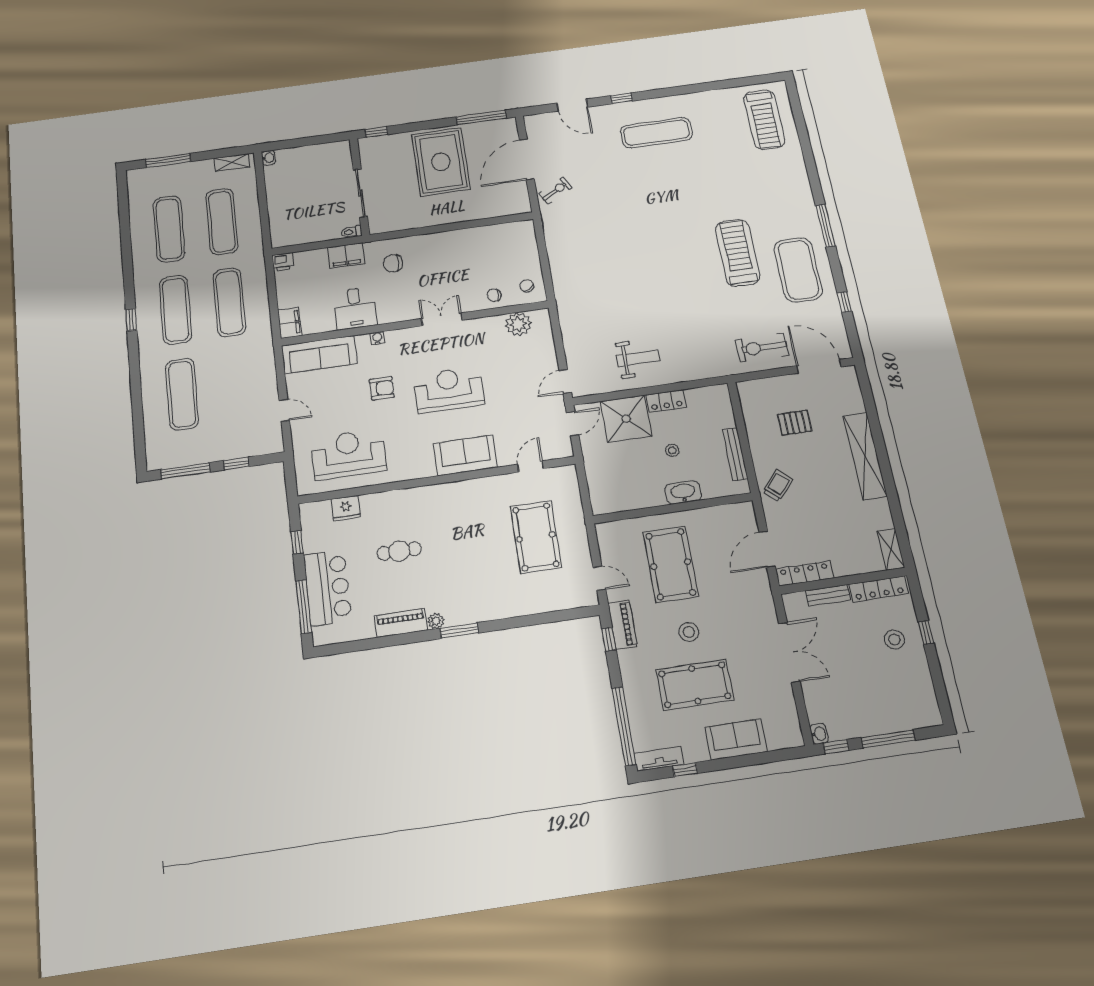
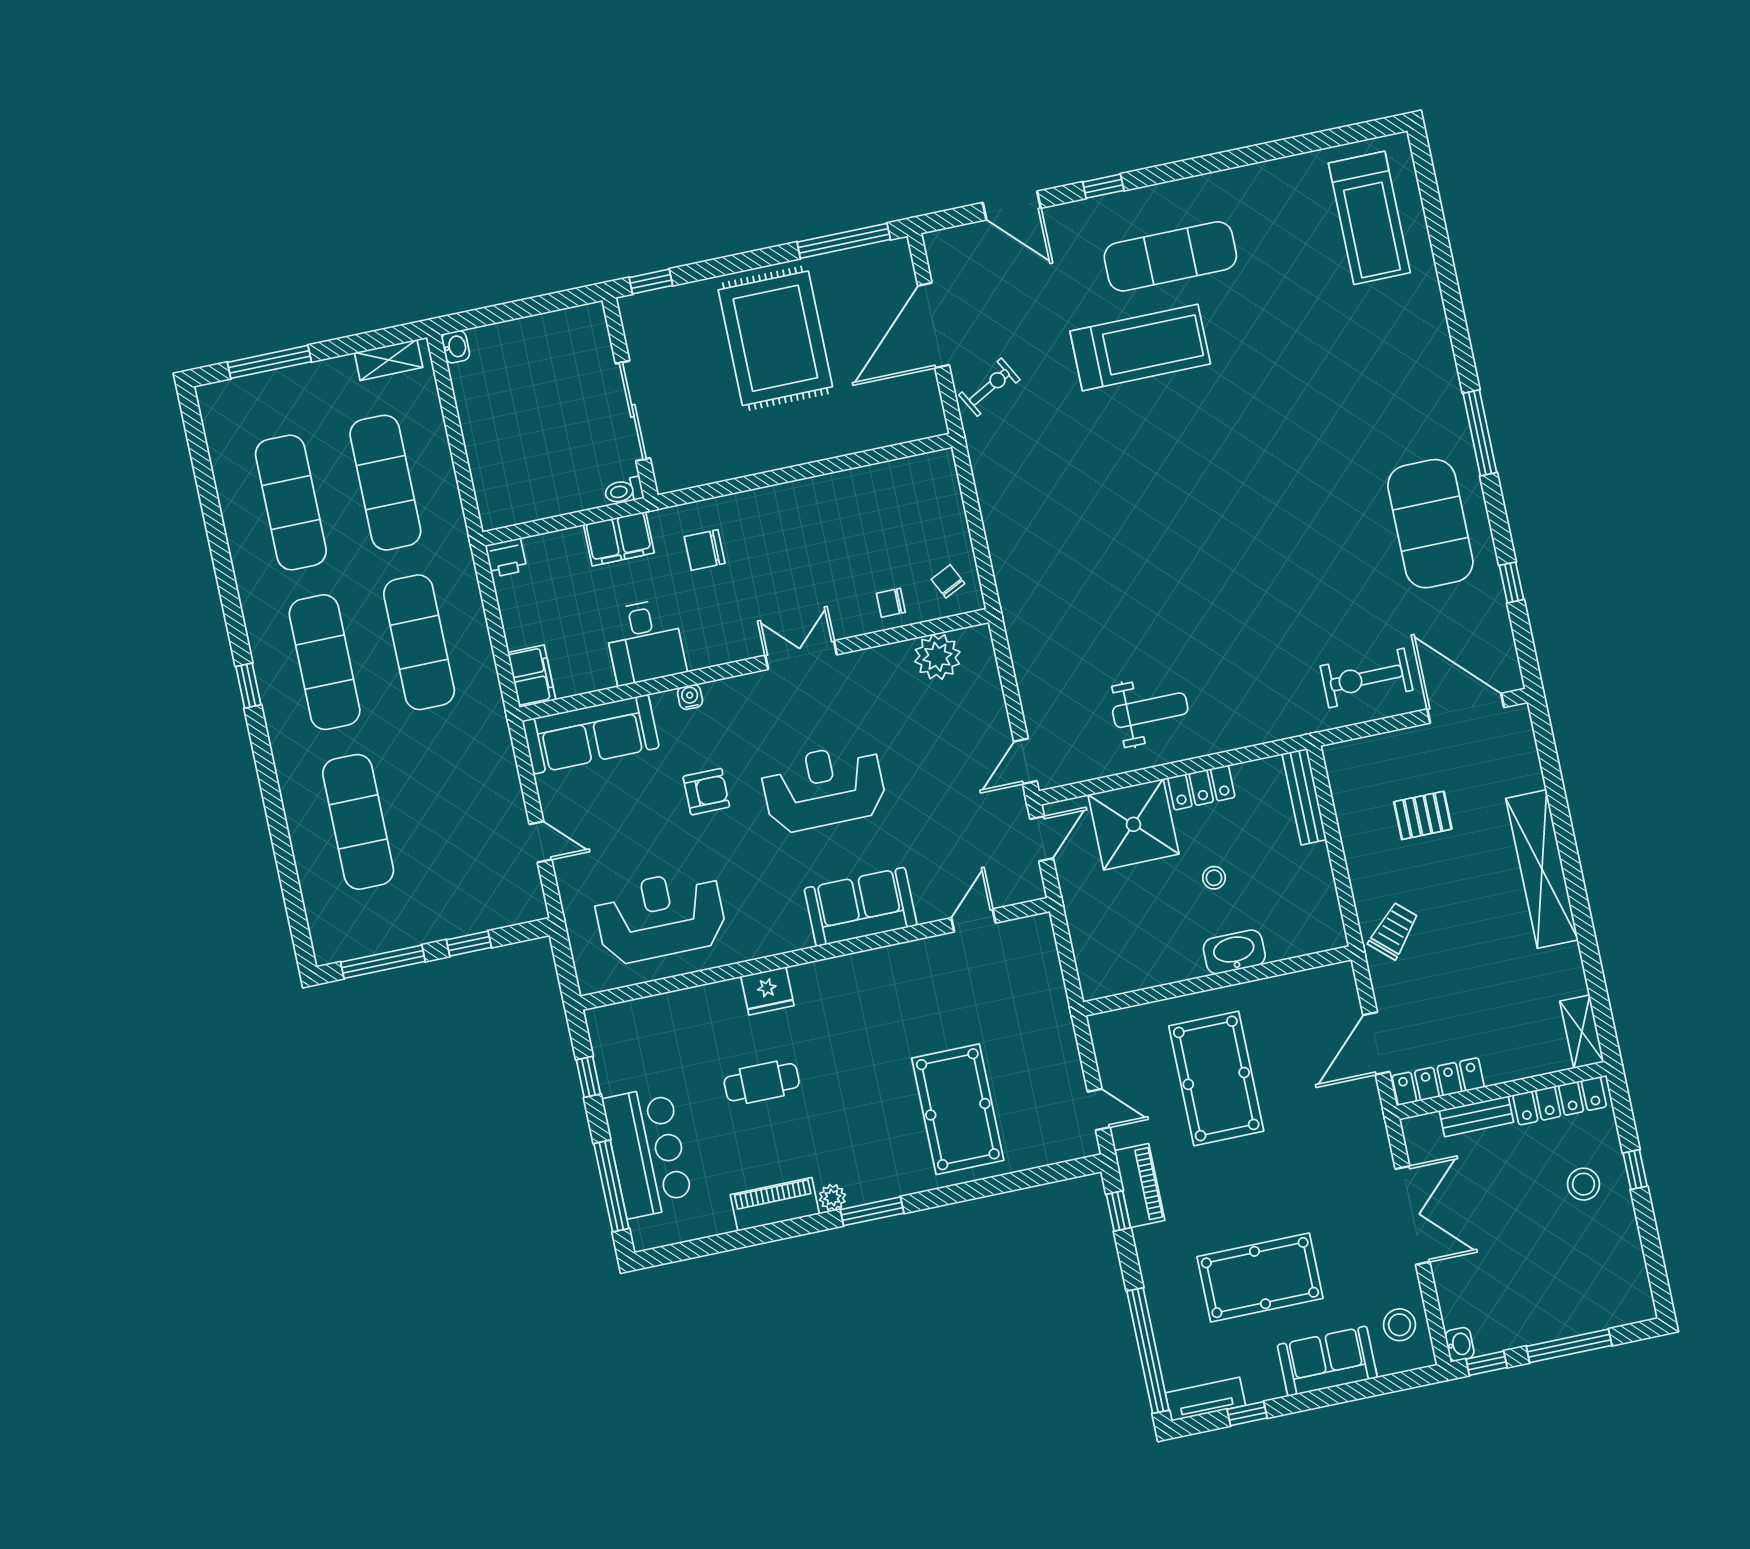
treadmill: (738, 253) -> (1140, 348), moved, turned 90
bench: (735, 454) -> (1304, 797), moved
fridge: (346, 508) -> (767, 991), moved
pool table: (536, 537) -> (958, 1109), moved
stool: (689, 632) -> (1399, 1325), moved

